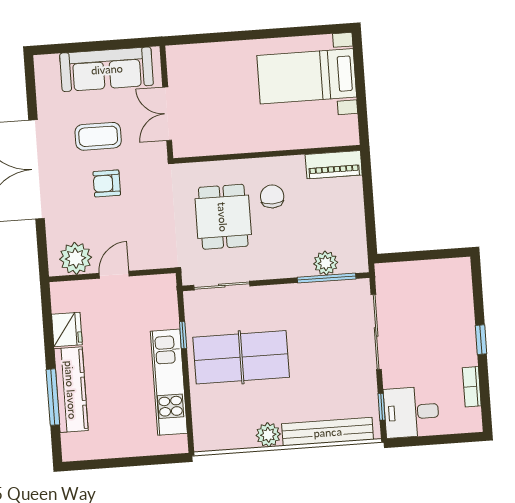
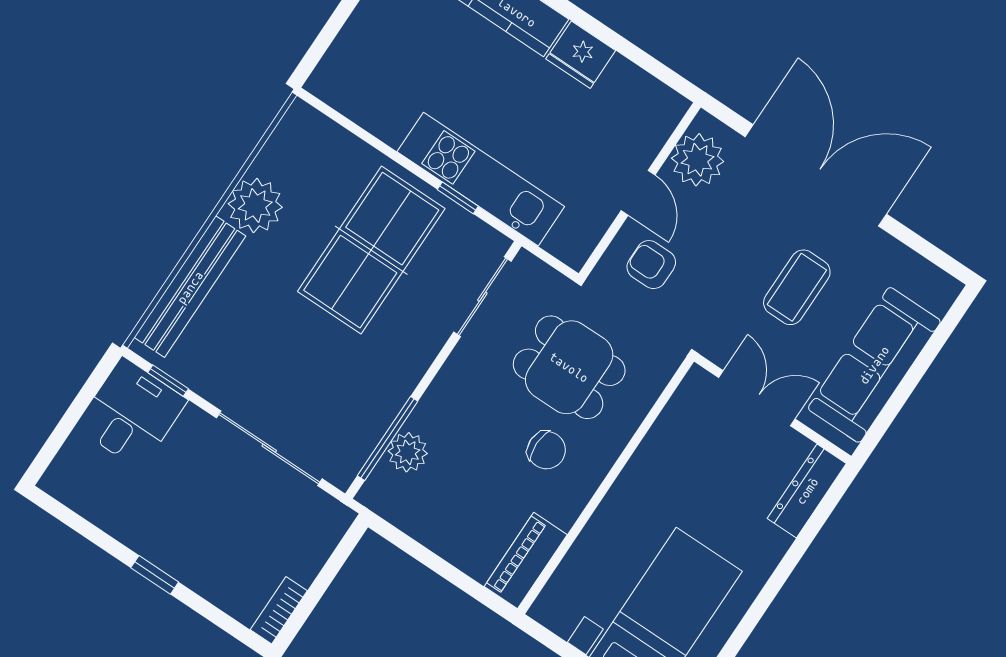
dresser: (193, 54) -> (807, 491), added
armchair: (107, 183) -> (651, 265), moved, turned -90
plant: (76, 258) -> (698, 160), moved
wall: (112, 275) -> (640, 190), moved
door: (114, 275) -> (638, 193), moved
kitchen unit: (169, 382) -> (481, 179), moved
bookcase: (472, 387) -> (279, 610), moved, turned -90
plant: (268, 435) -> (255, 206), width x1.36, depth x1.36

